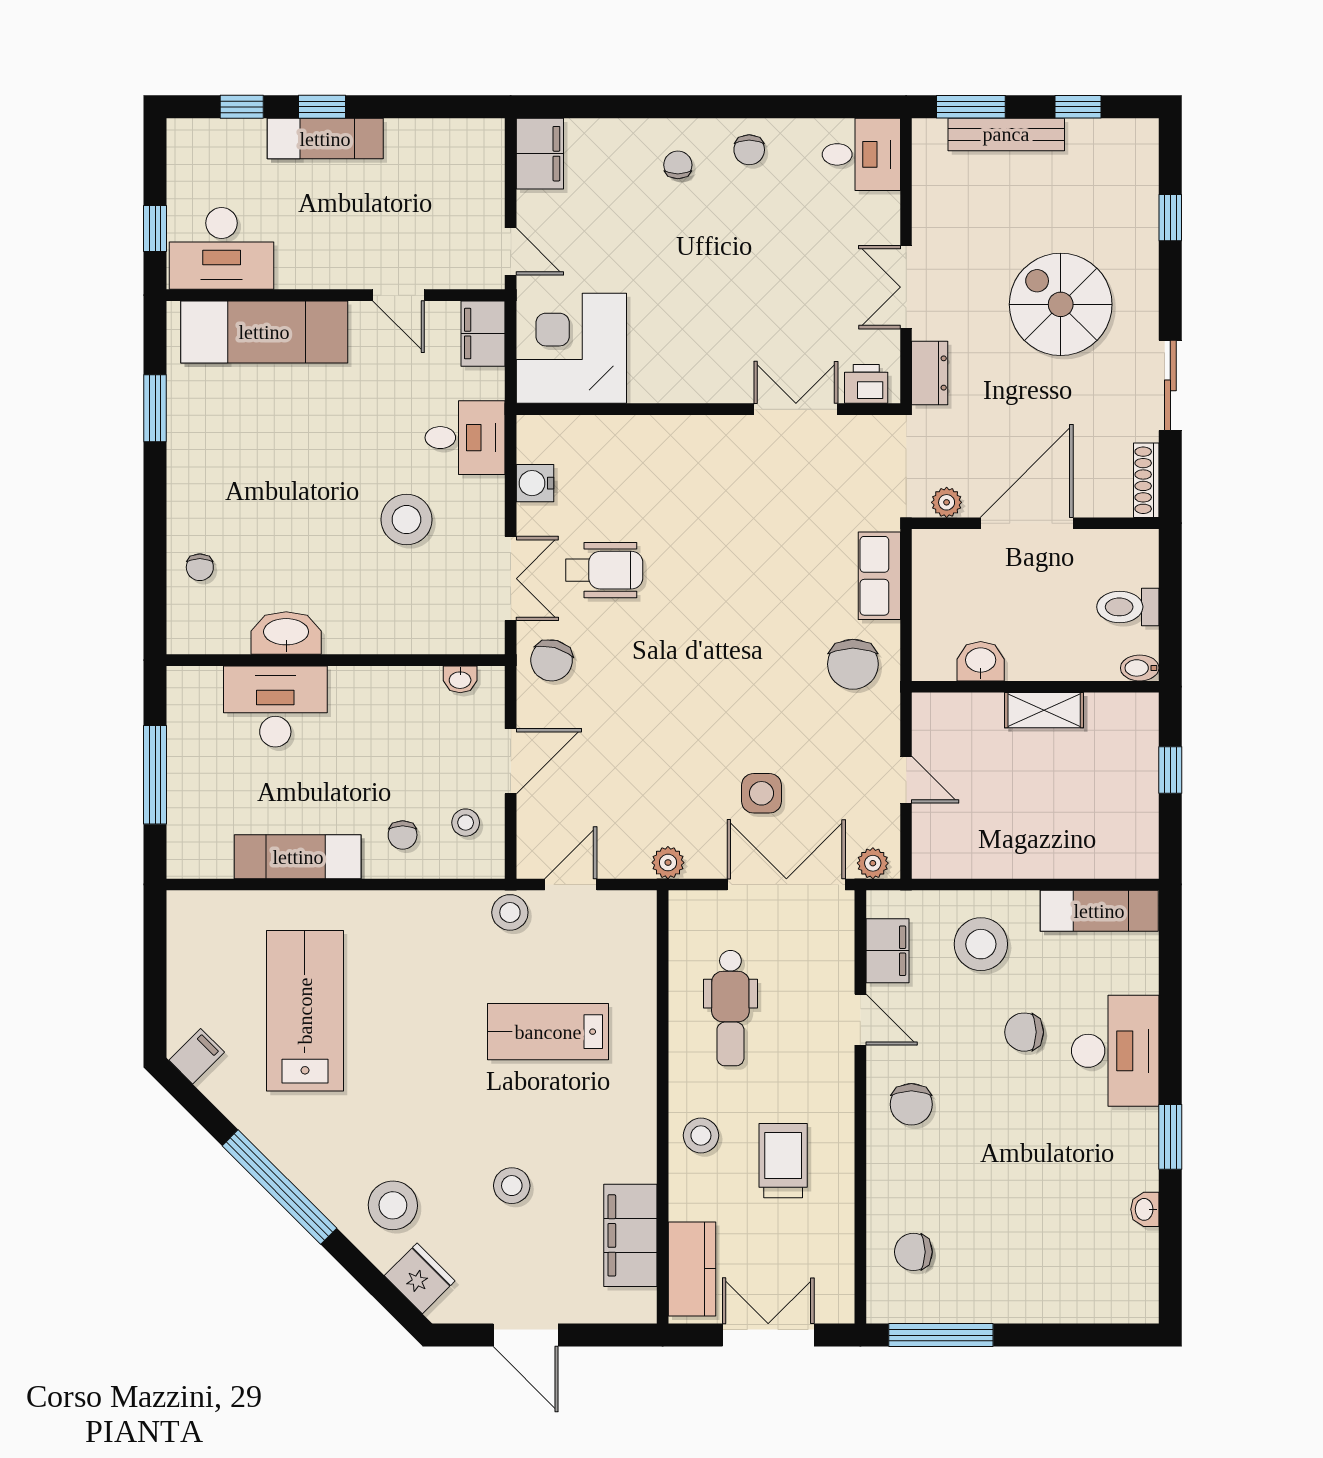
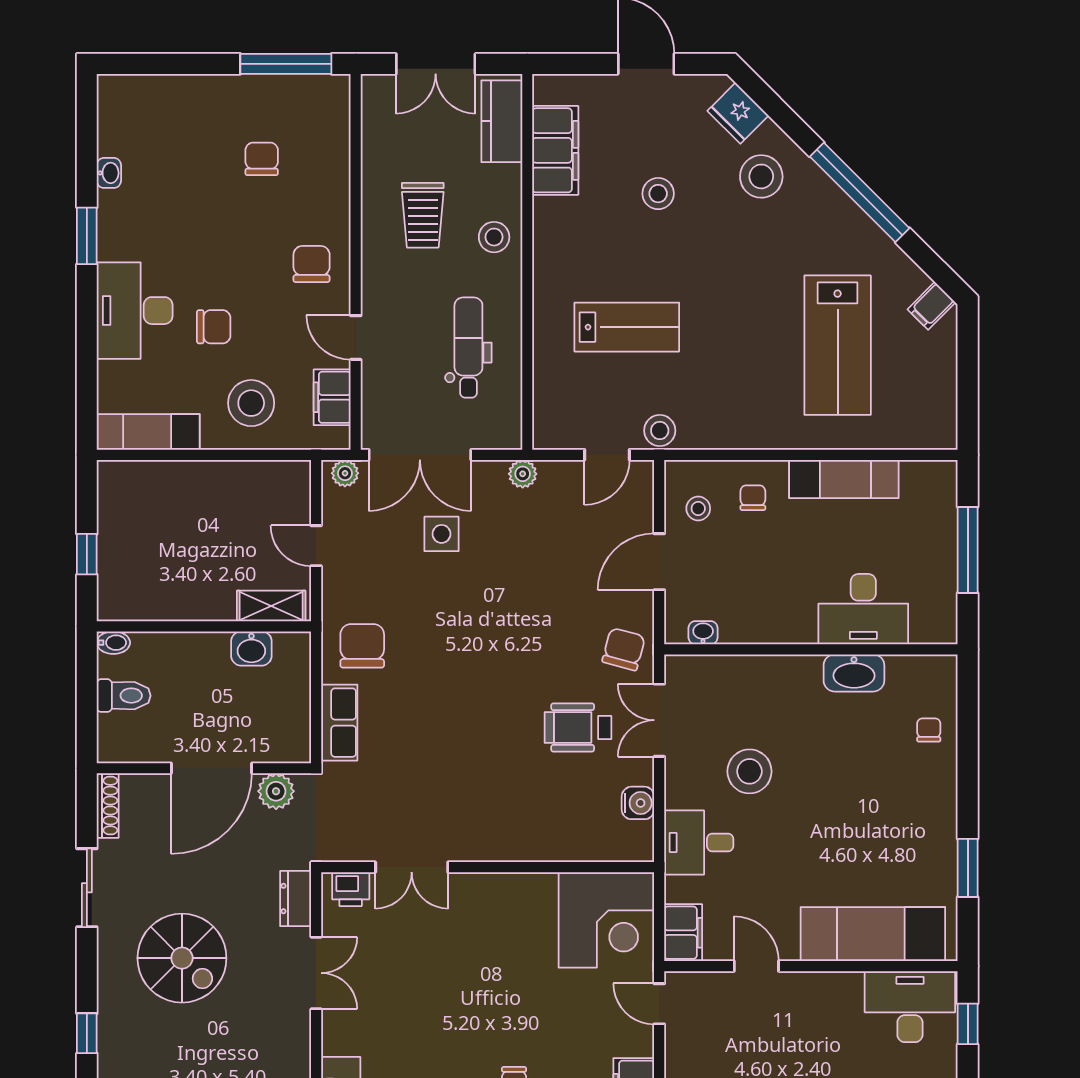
plant: (947, 502) -> (276, 791), width x1.38, depth x1.38
shelving: (1044, 710) -> (271, 606), moved
chair: (913, 1252) -> (262, 159), moved, turned -90

